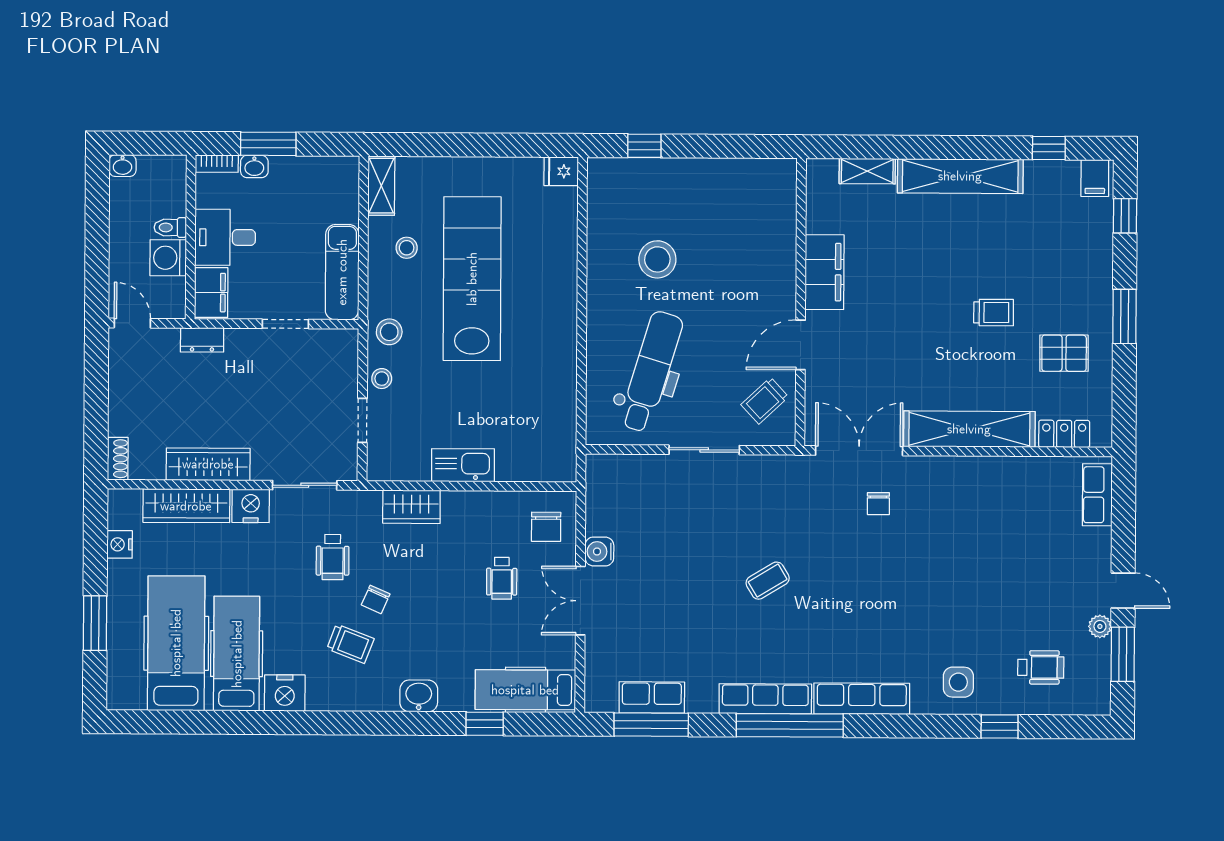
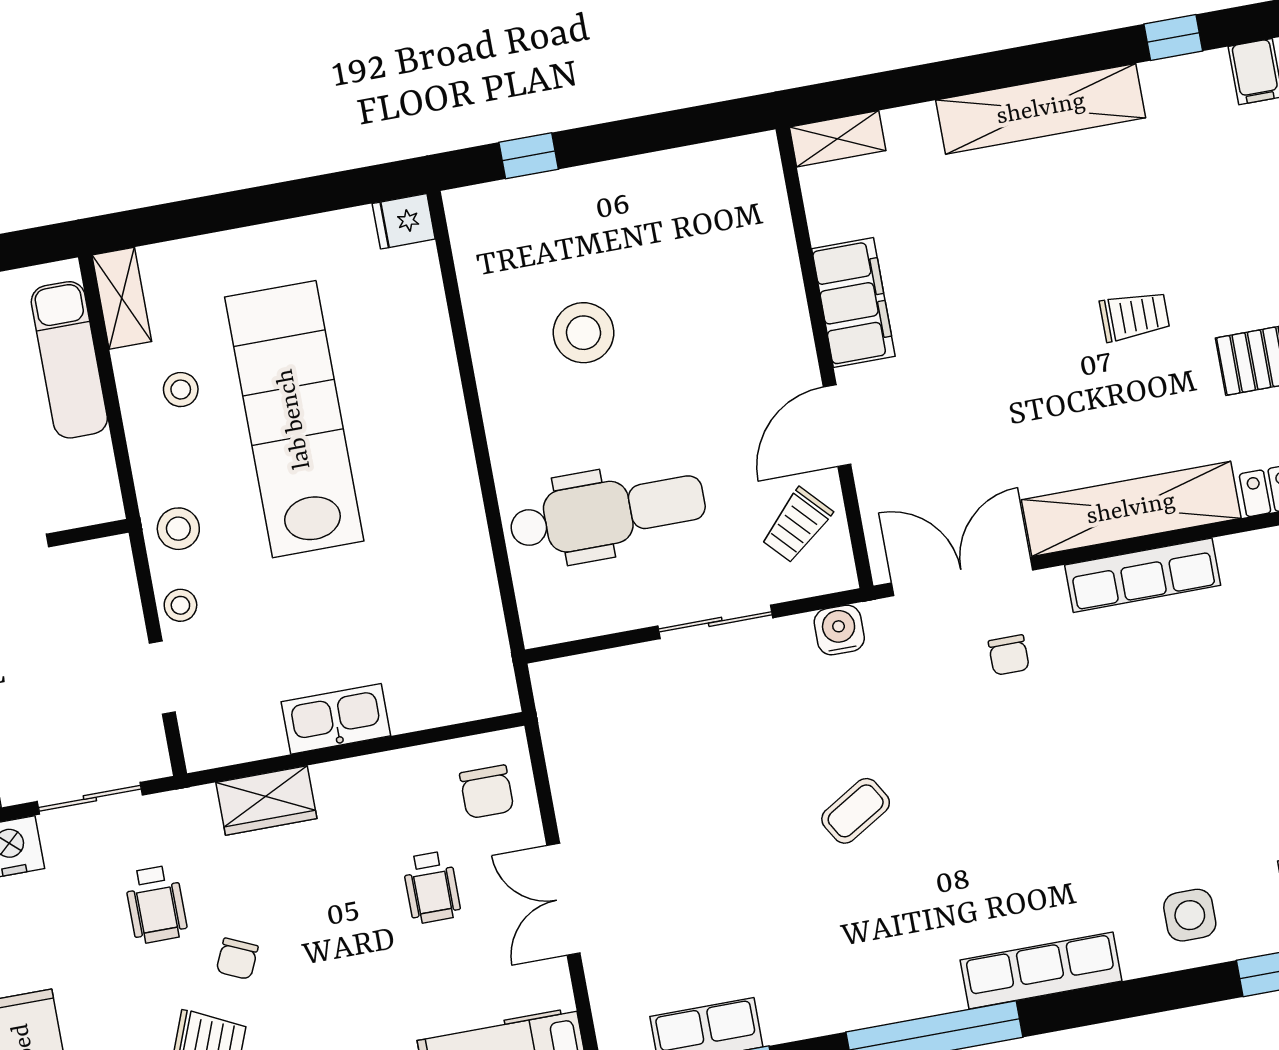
shelving: (867, 171) -> (838, 139), moved
exam couch: (342, 272) -> (69, 360), moved
dental chair: (651, 372) -> (607, 513), turned 73
water cooler: (599, 552) -> (839, 630), moved, turned 90
row of seats: (765, 699) -> (1143, 575), moved, turned 180

